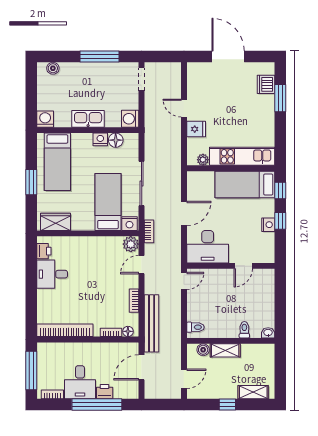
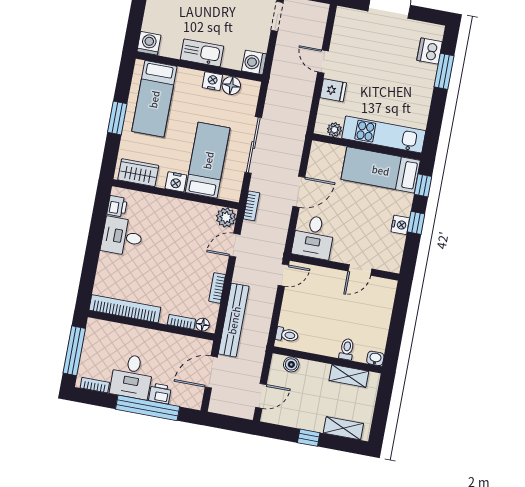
nightstand: (129, 224) -> (176, 182), moved
desk: (208, 247) -> (313, 237), width x0.73
shelving: (225, 350) -> (349, 376), moved

